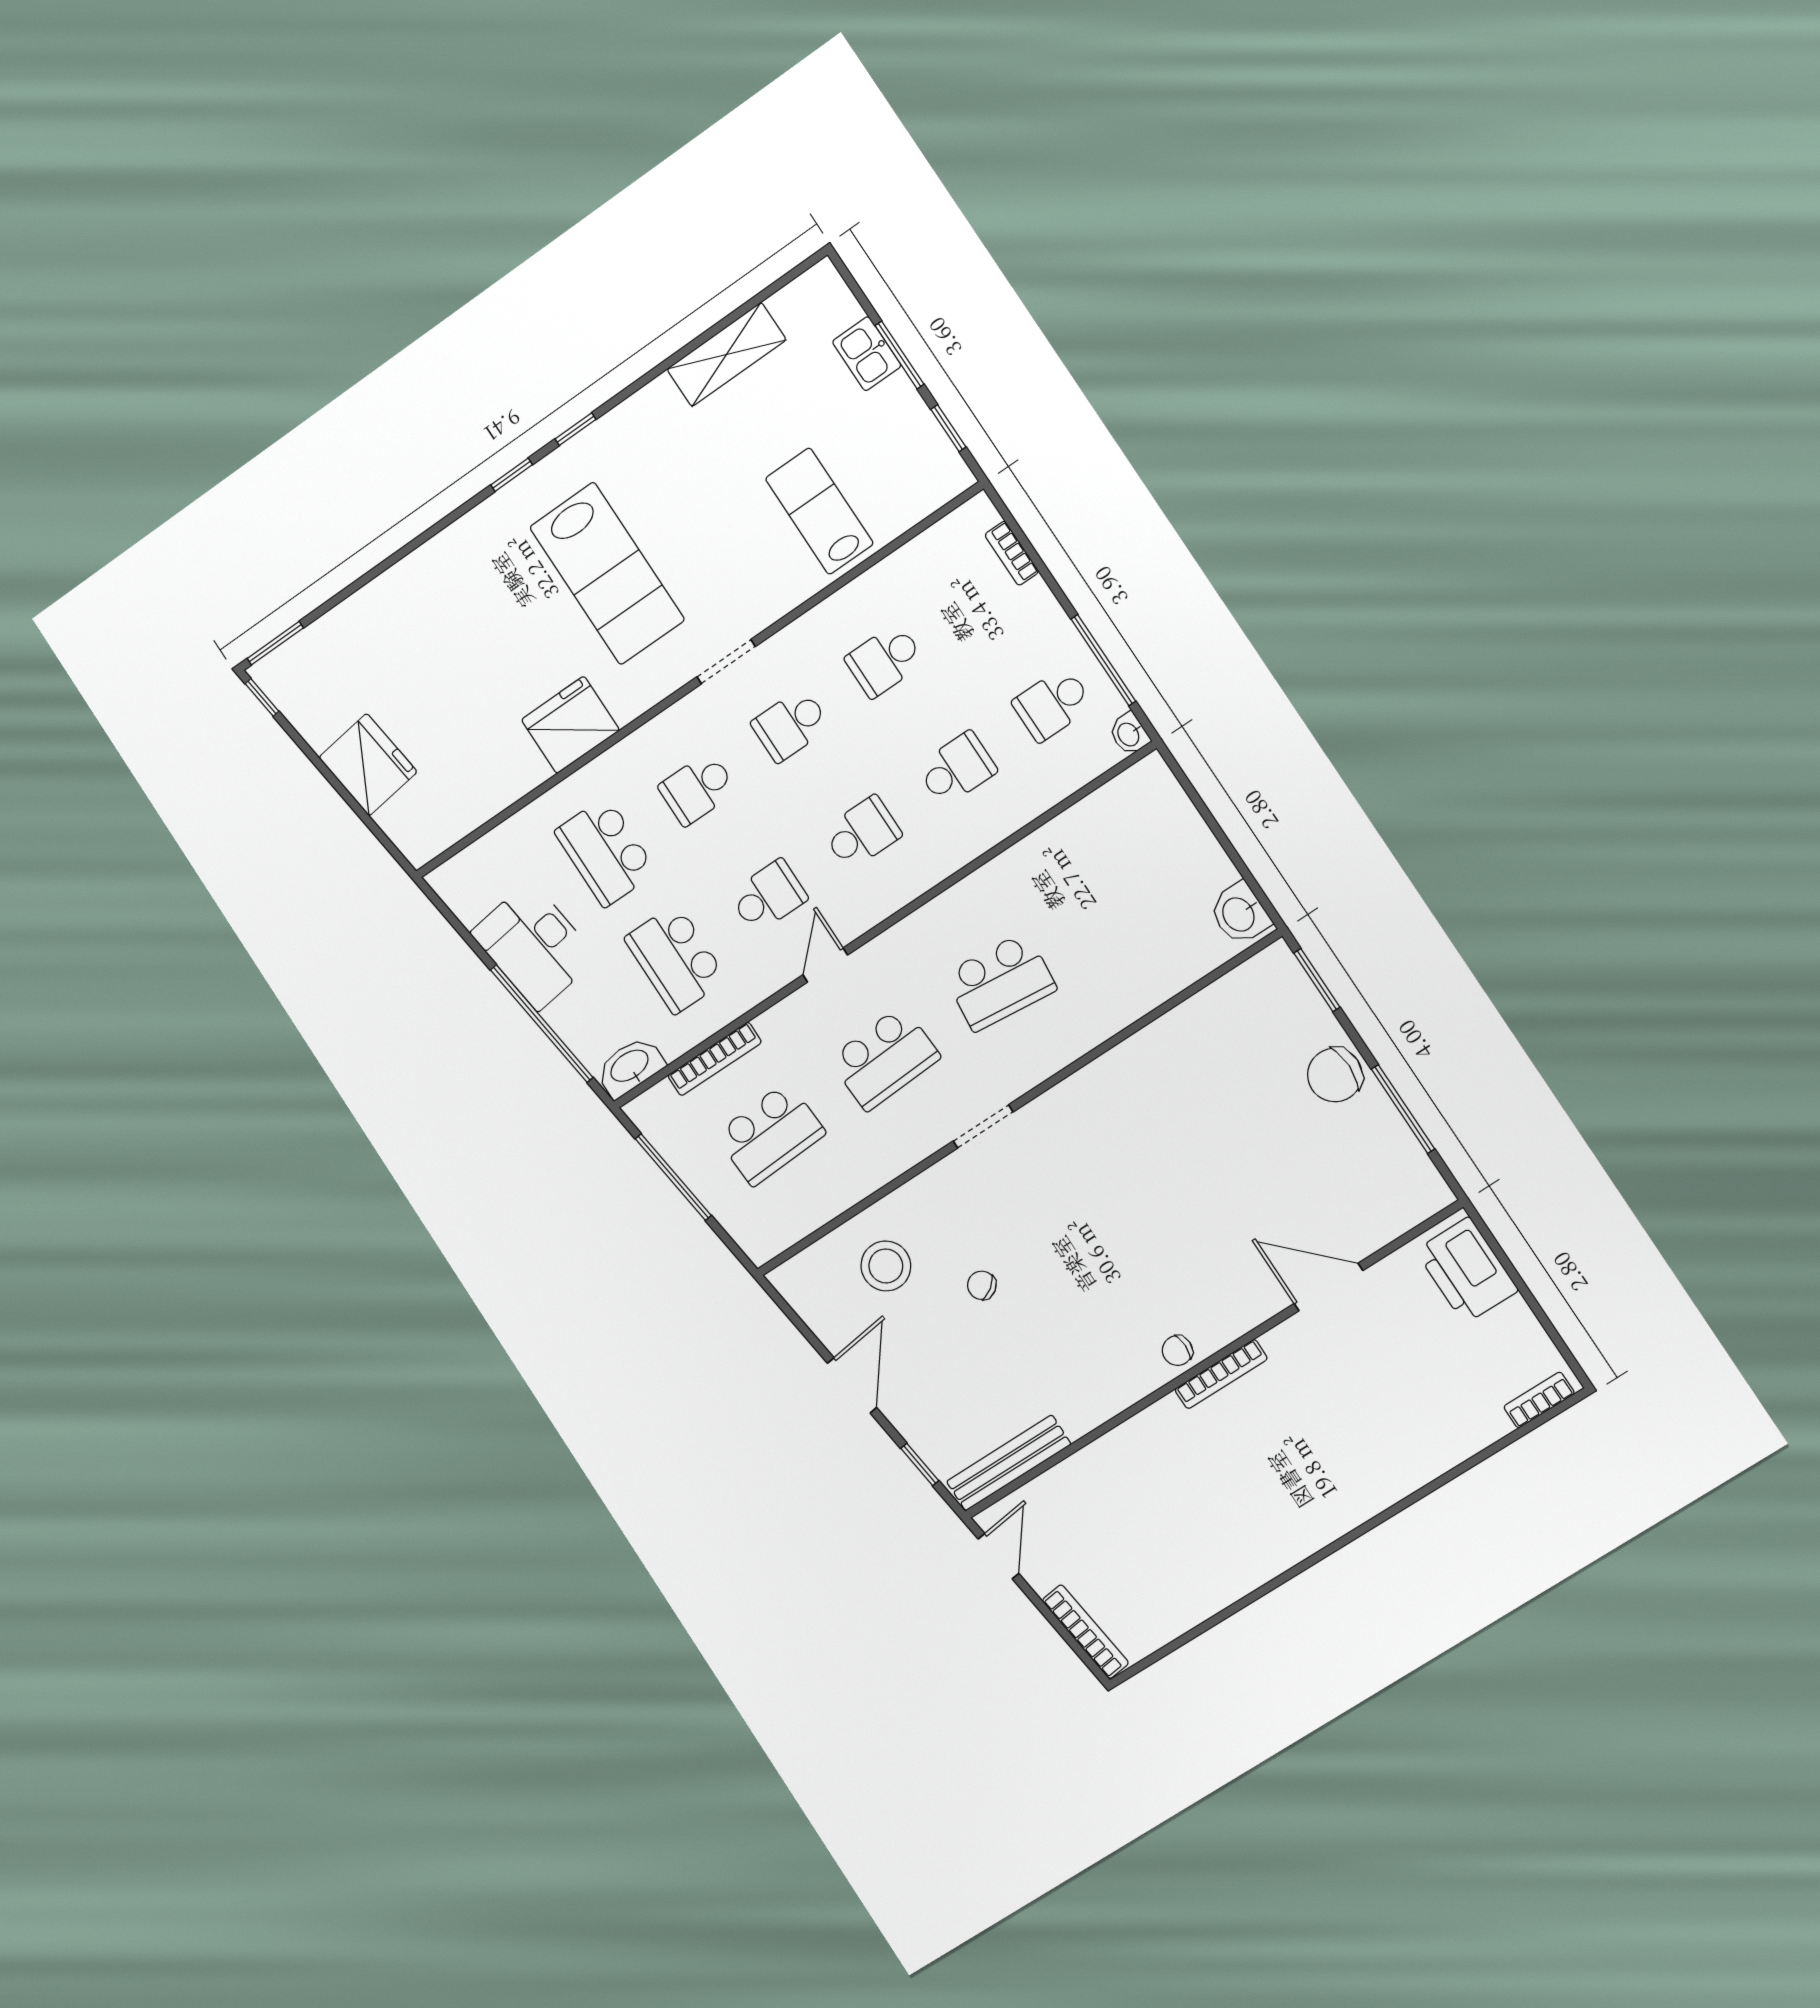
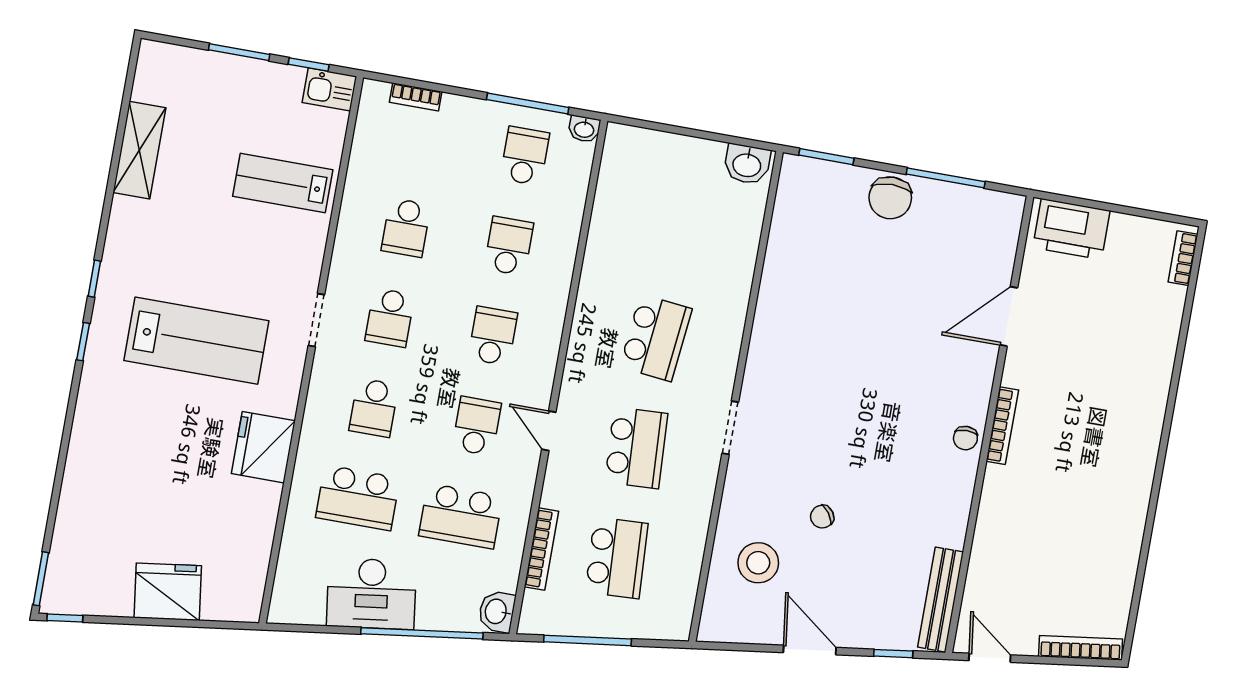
kitchen sink: (867, 354) -> (329, 89), moved
school desk: (1053, 704) -> (525, 156), turned 180
washbasin: (630, 1067) -> (497, 612), width x0.72

